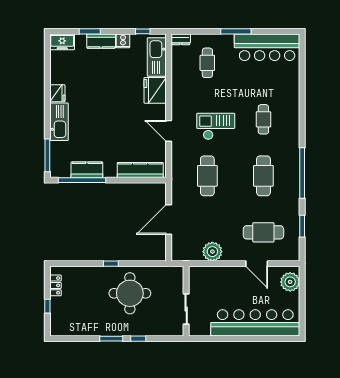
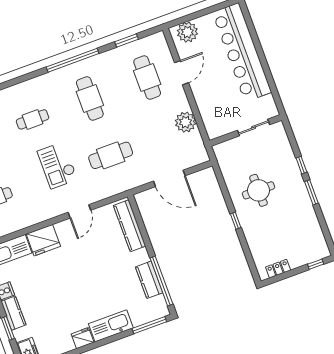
cafe table: (263, 176) -> (90, 98), turned 90
round table: (130, 293) -> (258, 190), width x0.73, depth x0.73
window: (47, 306) -> (316, 264), moved

